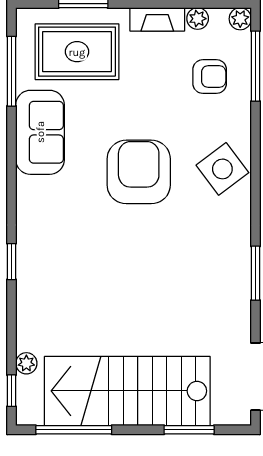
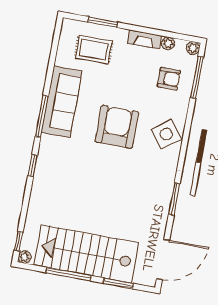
rug: (77, 52) -> (94, 50), width x0.73, depth x0.70
window: (12, 71) -> (42, 116), moved
sofa: (40, 132) -> (62, 102), width x1.36
plant: (26, 363) -> (25, 257), moved
window: (74, 430) -> (69, 274), moved

